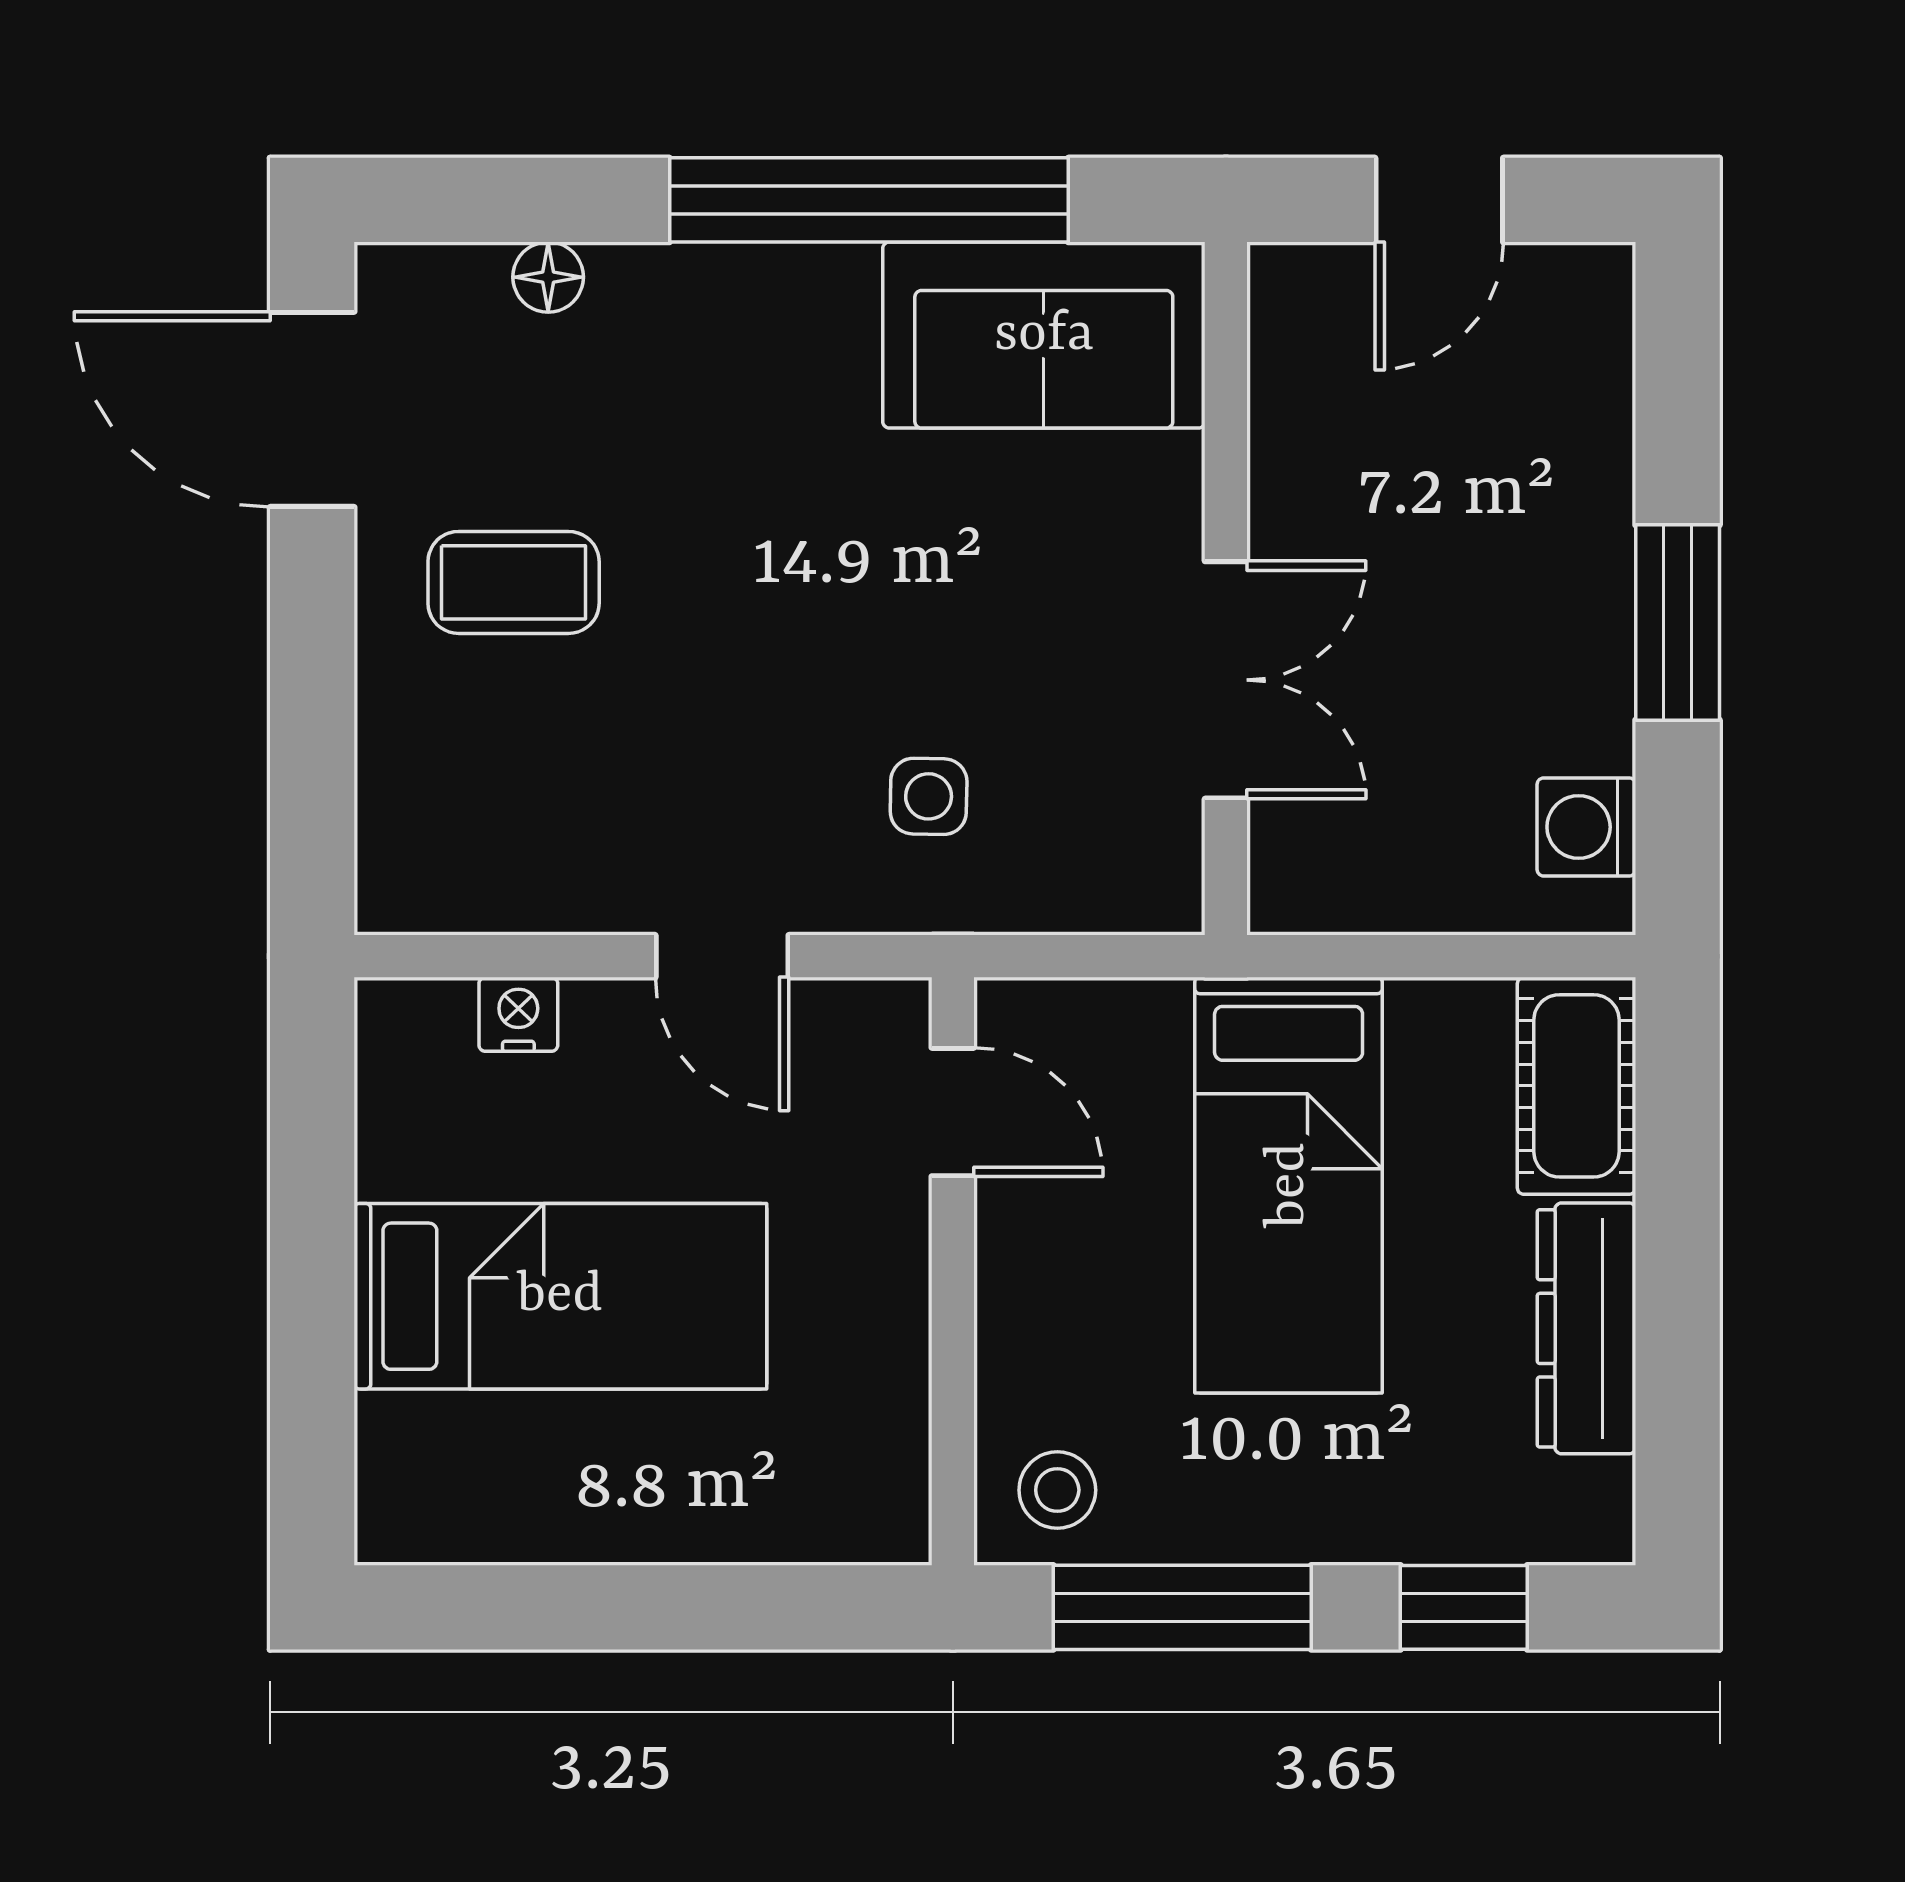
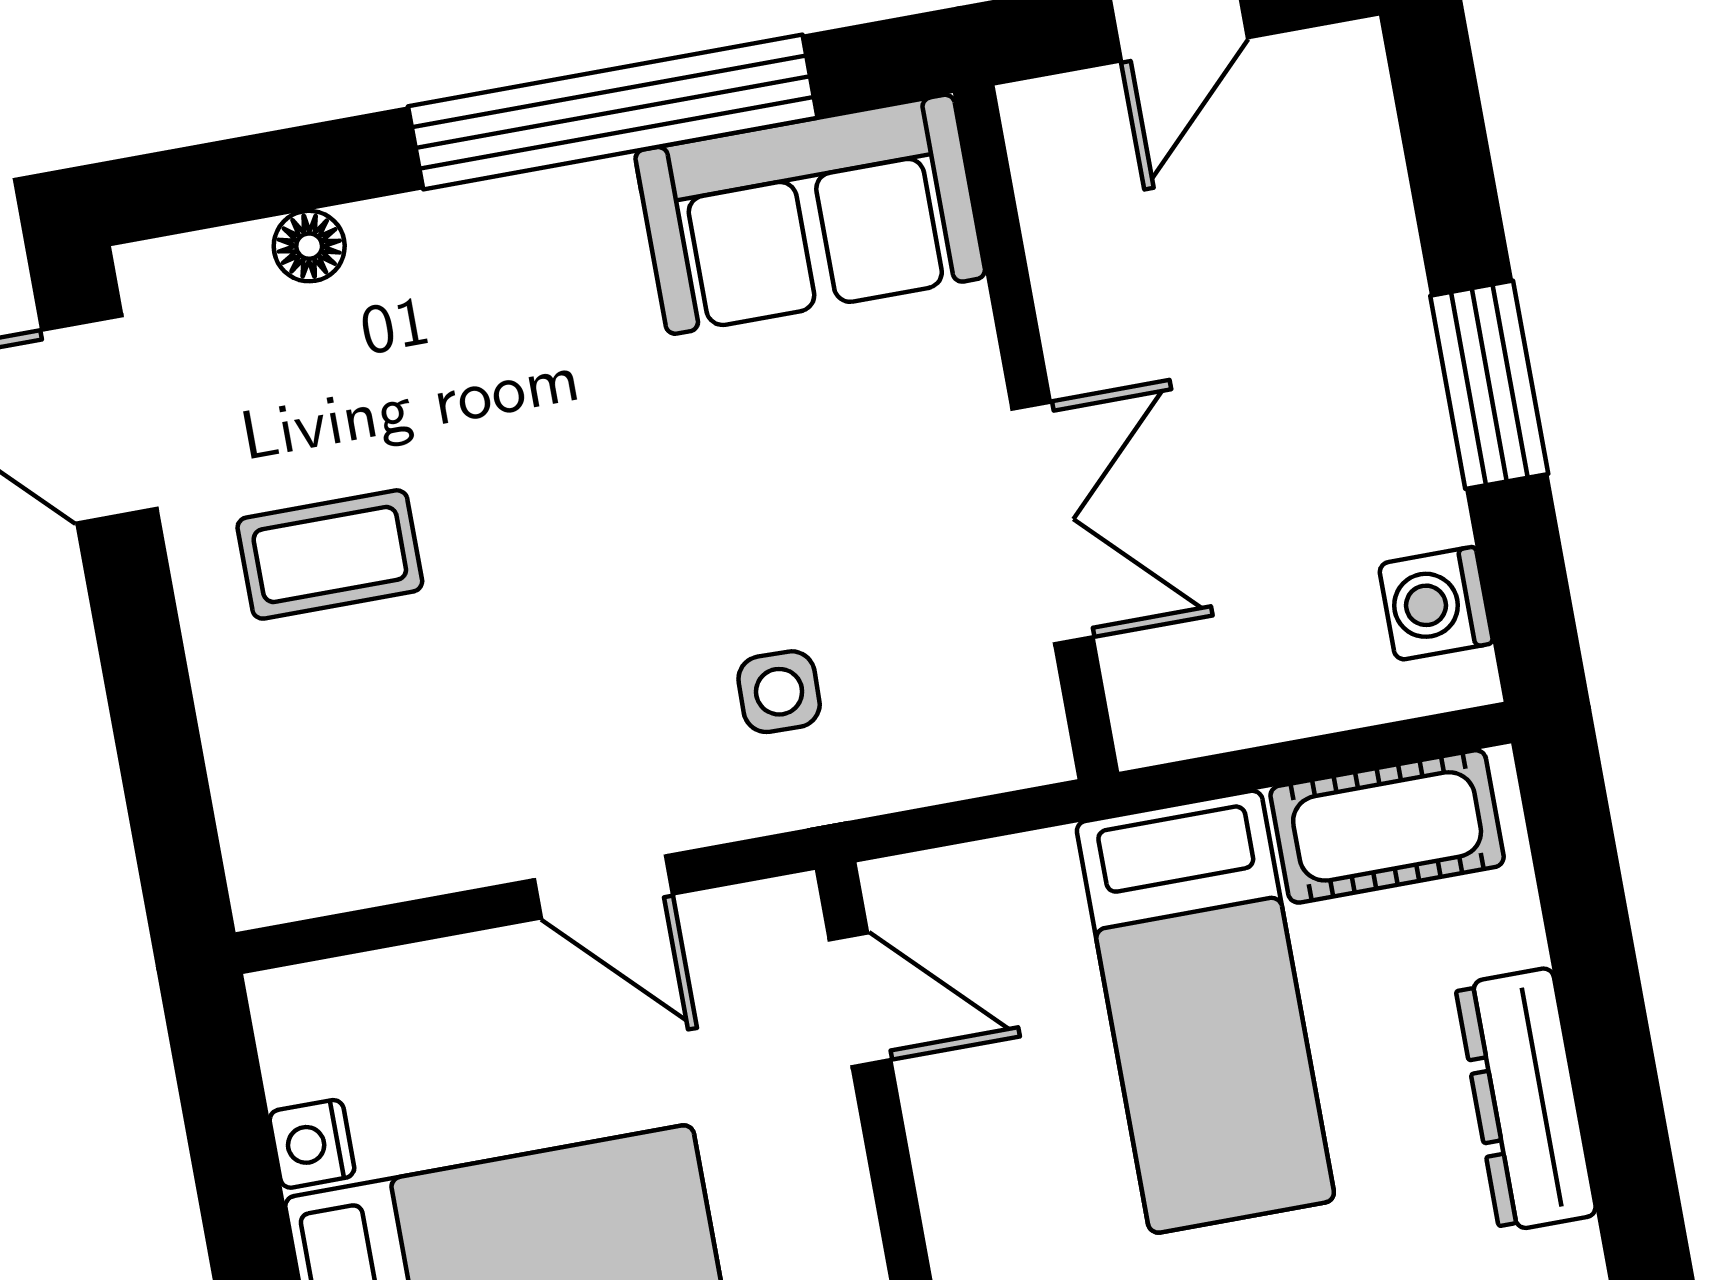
nightstand: (518, 1014) -> (312, 1144), moved, turned -90
cot: (1577, 1086) -> (1387, 826), moved, turned 90

